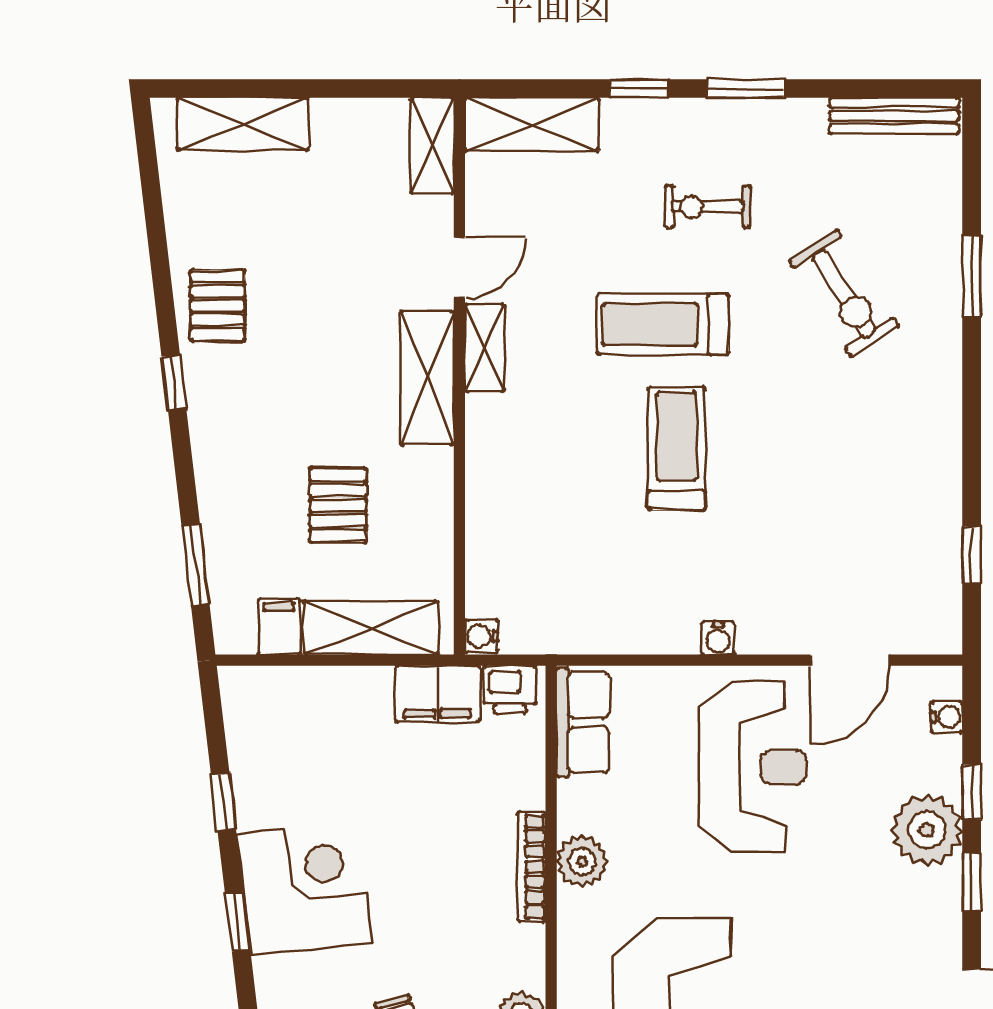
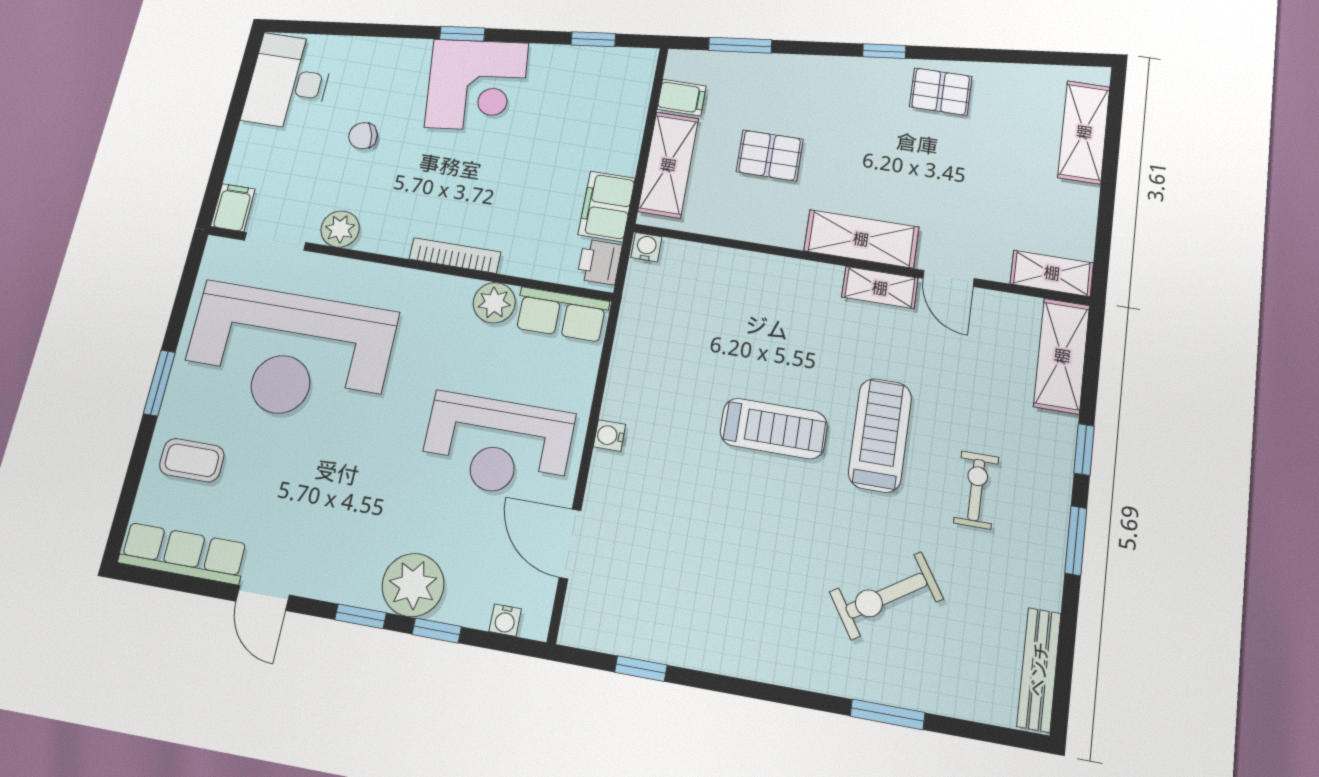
window: (223, 802) -> (593, 39), moved
plant: (582, 861) -> (494, 303), moved

